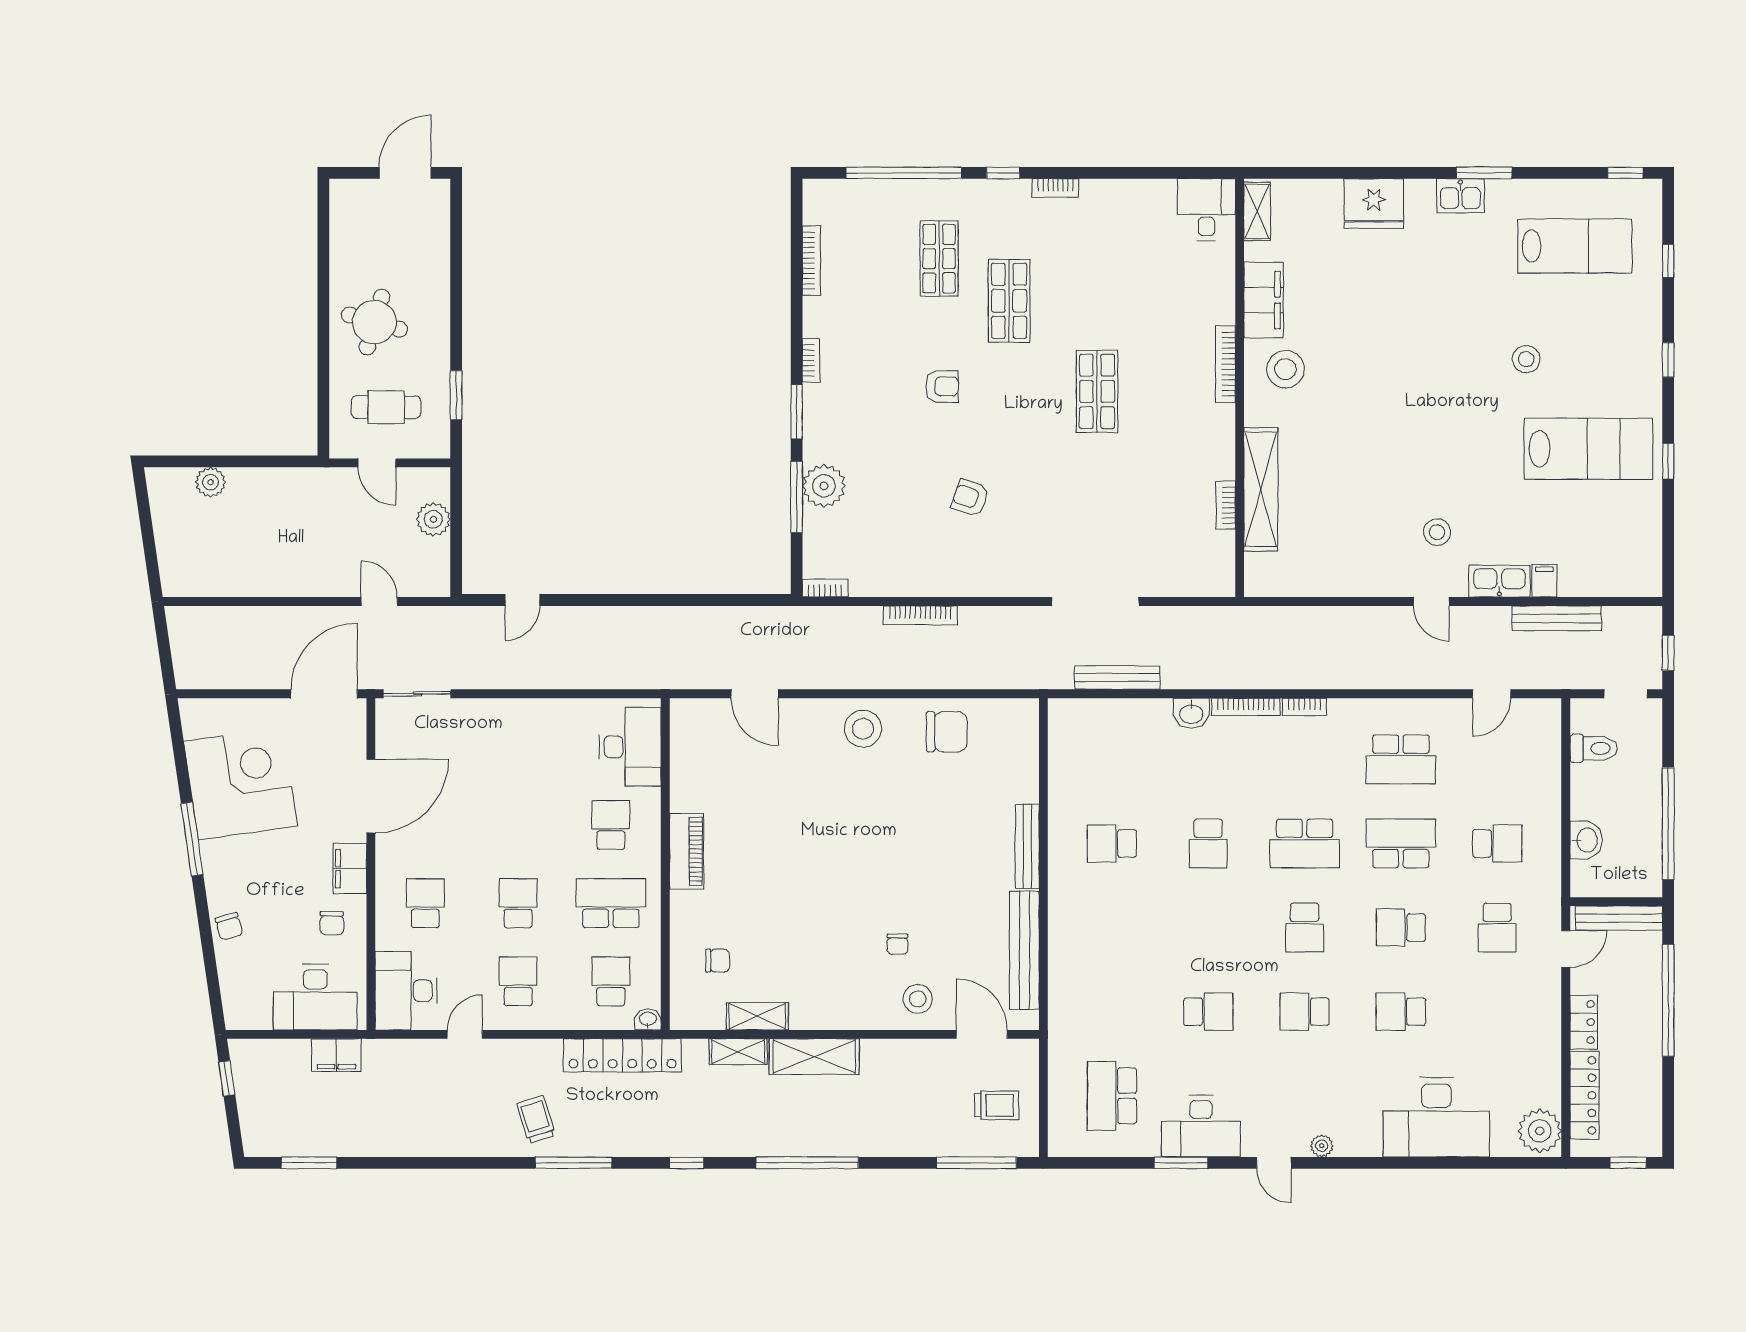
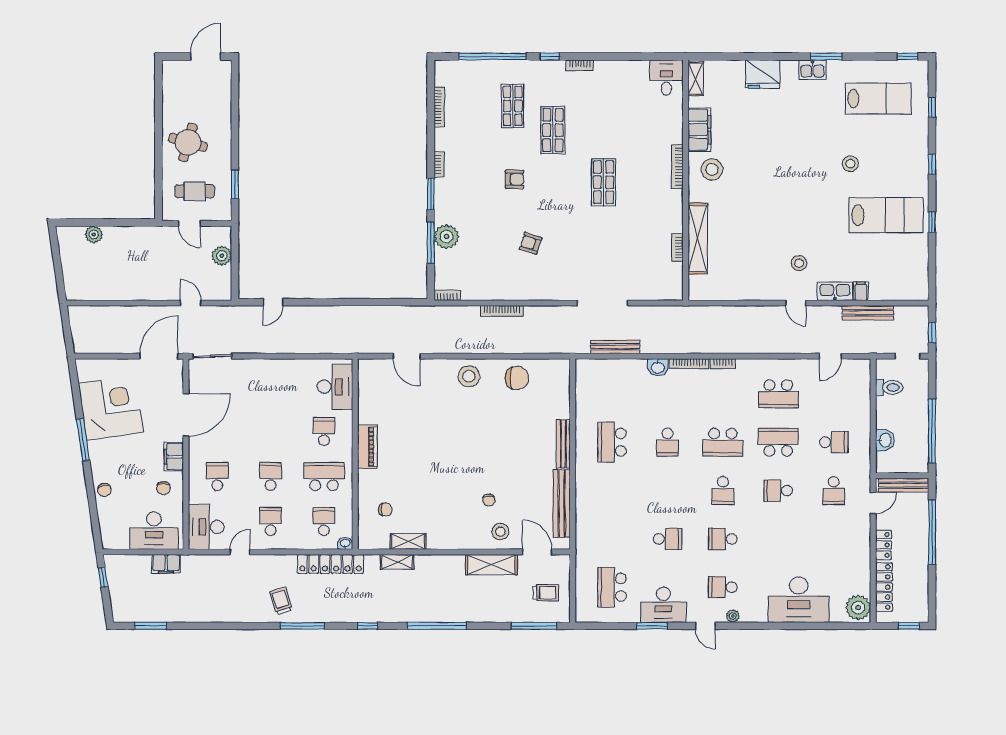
school desk: (1112, 843) -> (612, 442), width x1.85
school desk: (1401, 1012) -> (723, 587), moved
shelving: (814, 1057) -> (491, 565), moved

